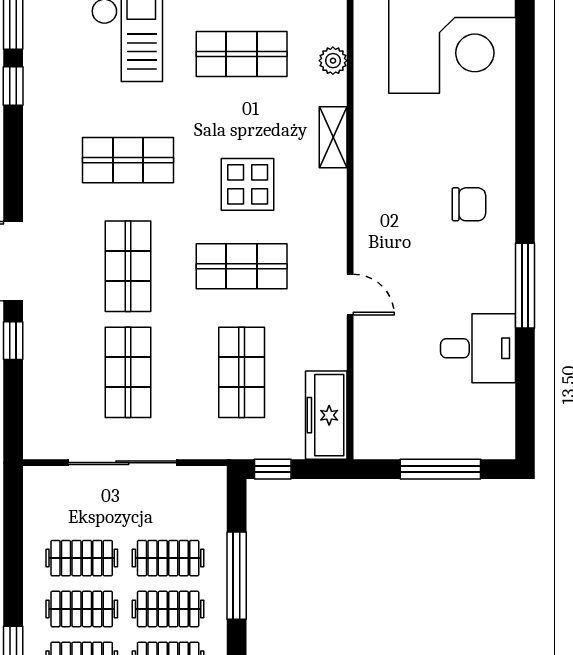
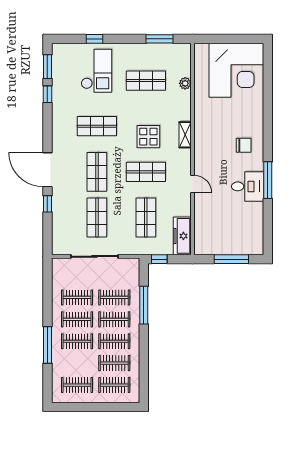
shelving: (333, 137) -> (185, 135), moved
desk: (478, 348) -> (248, 186), moved

